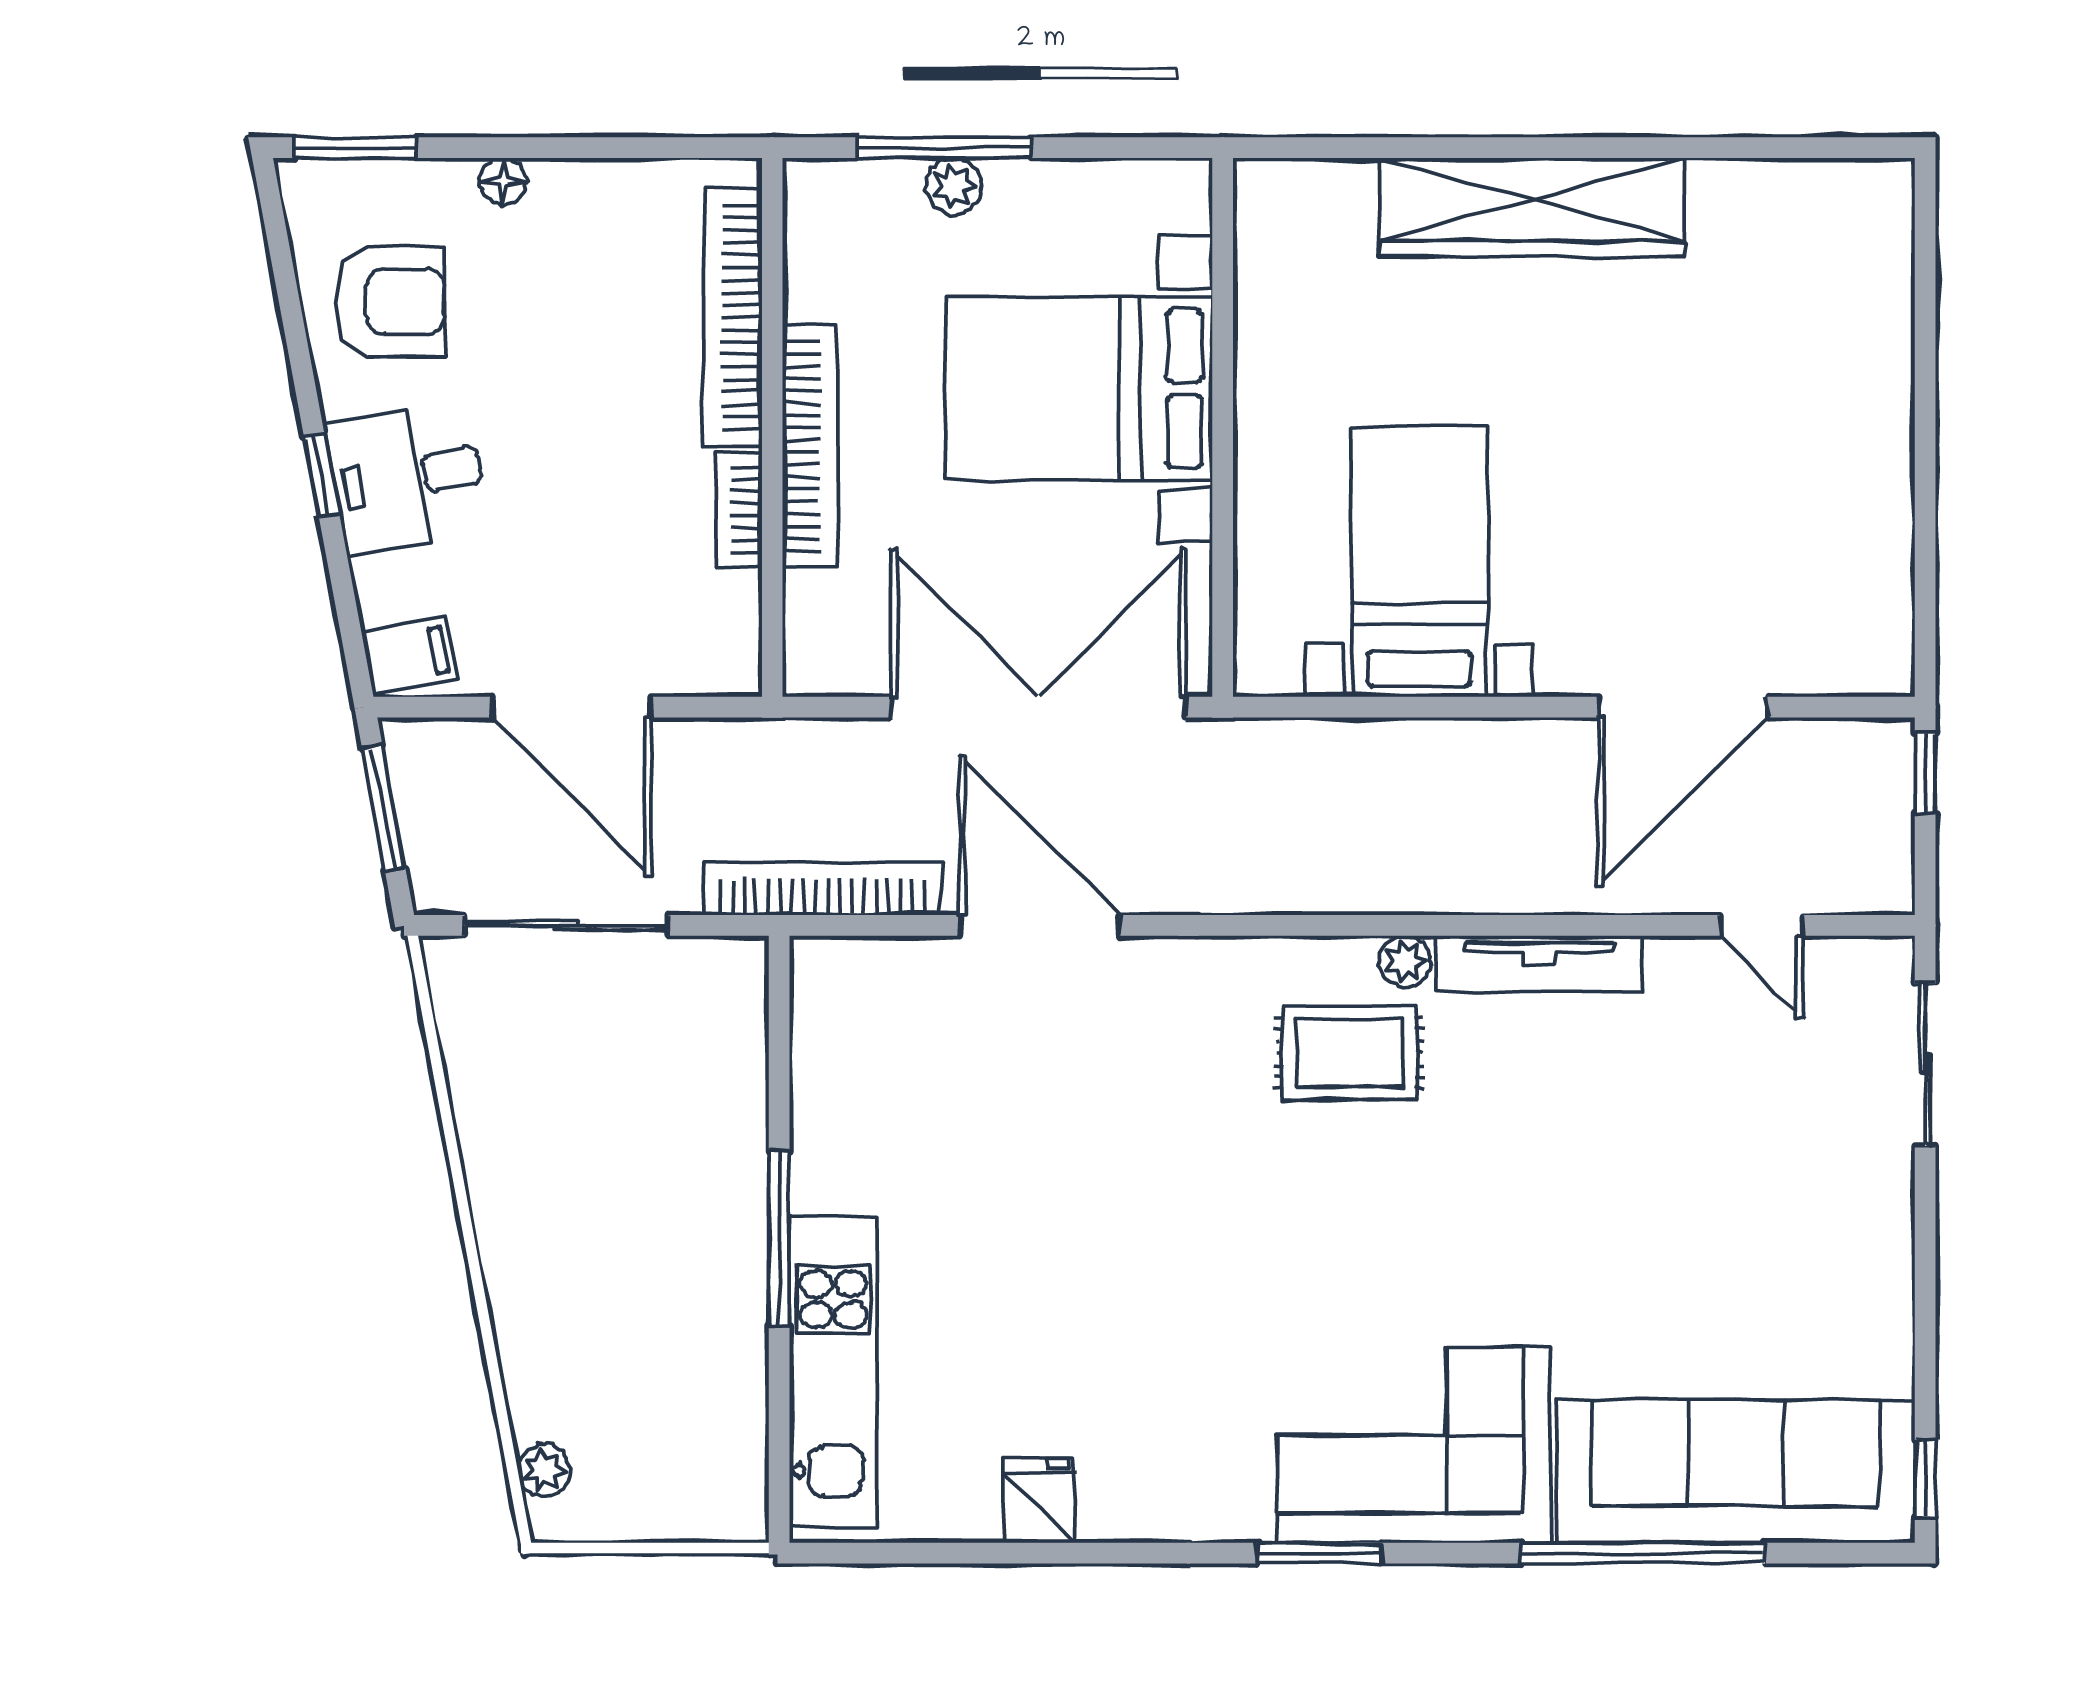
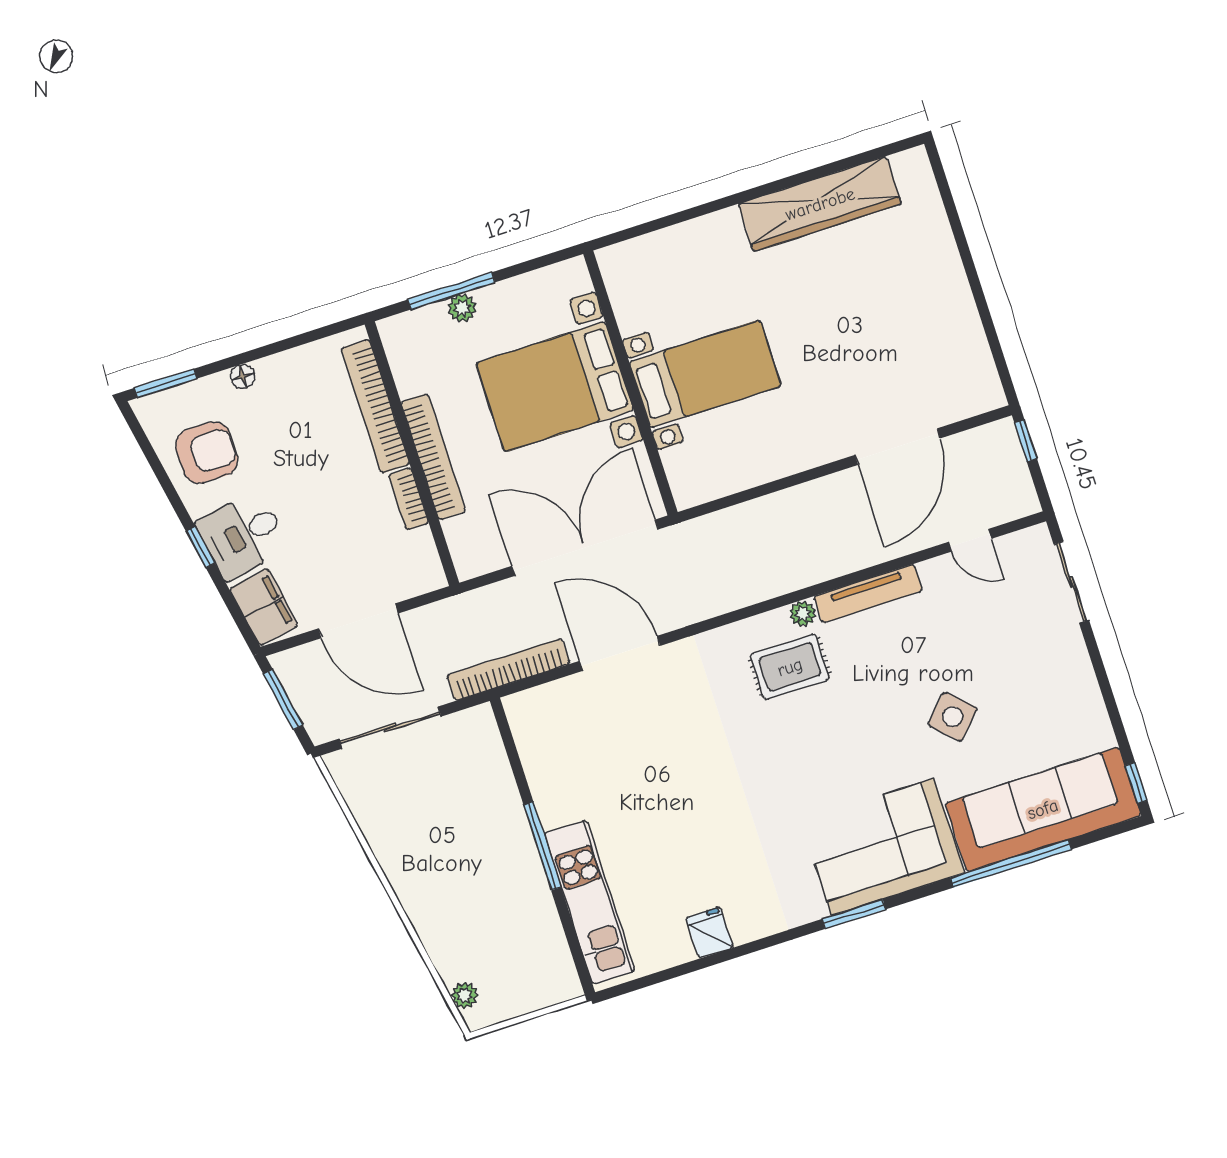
wardrobe: (1532, 207) -> (820, 204), moved
bed with nightstands: (1419, 562) -> (705, 374), moved, turned 90
filing cabinet: (409, 656) -> (264, 607), width x2.00
side table: (1623, 1244) -> (953, 717), added

